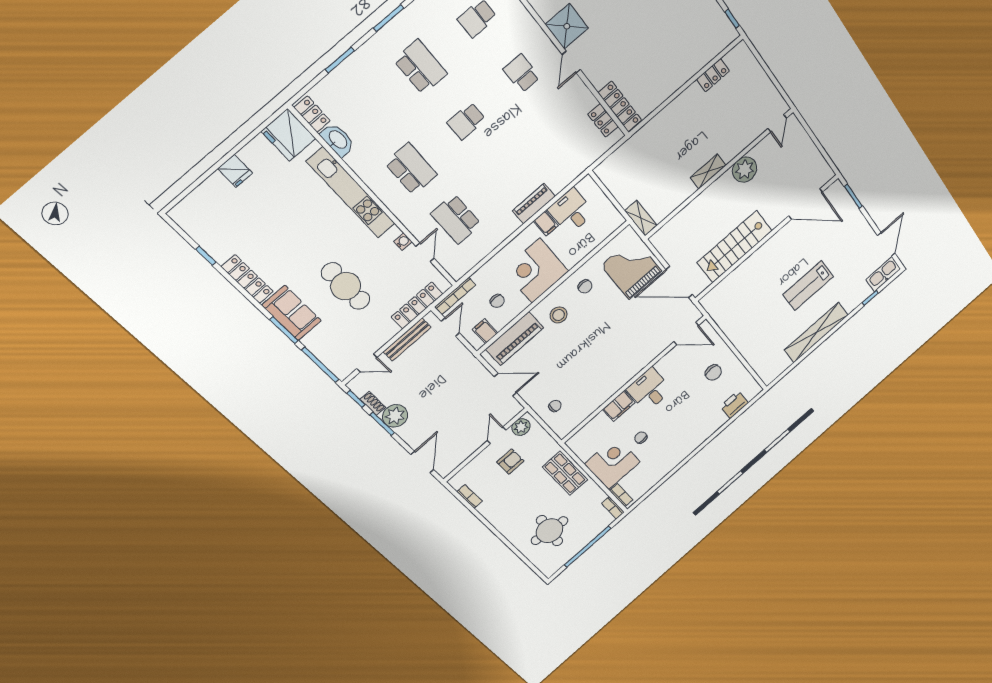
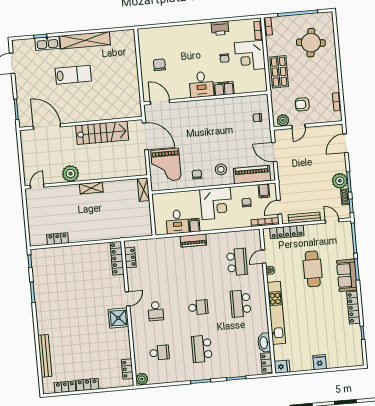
fridge: (289, 135) -> (282, 367), width x0.53, depth x0.75
kitchen sink: (883, 274) -> (47, 43), moved
printer: (734, 405) -> (220, 28), moved

